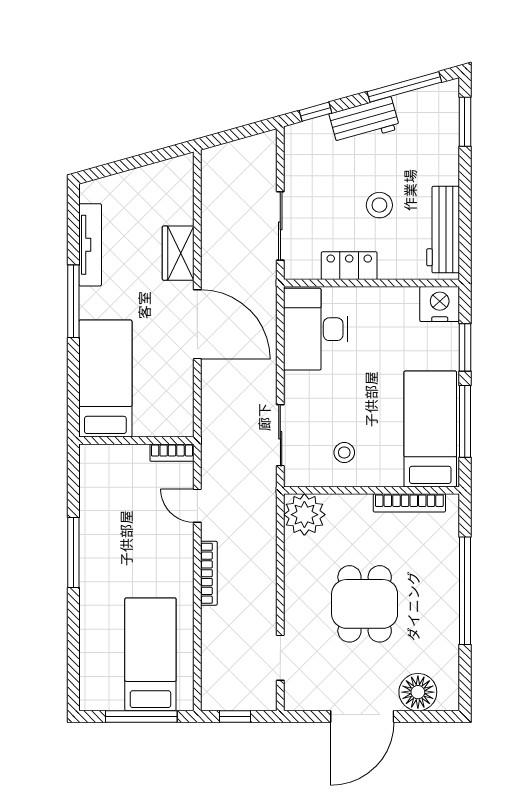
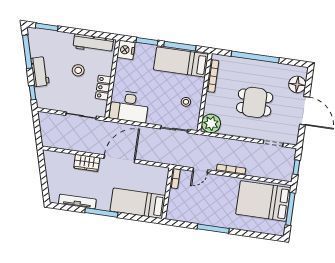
bed: (150, 654) -> (263, 201), width x1.50

